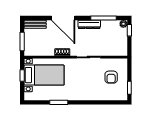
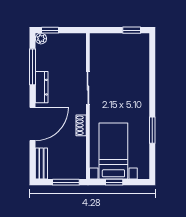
armchair: (111, 77) -> (116, 56), removed

